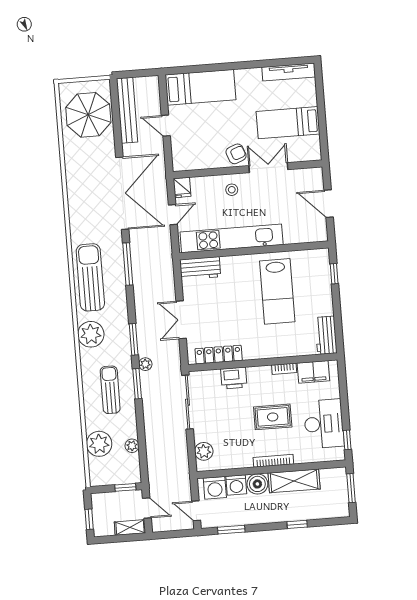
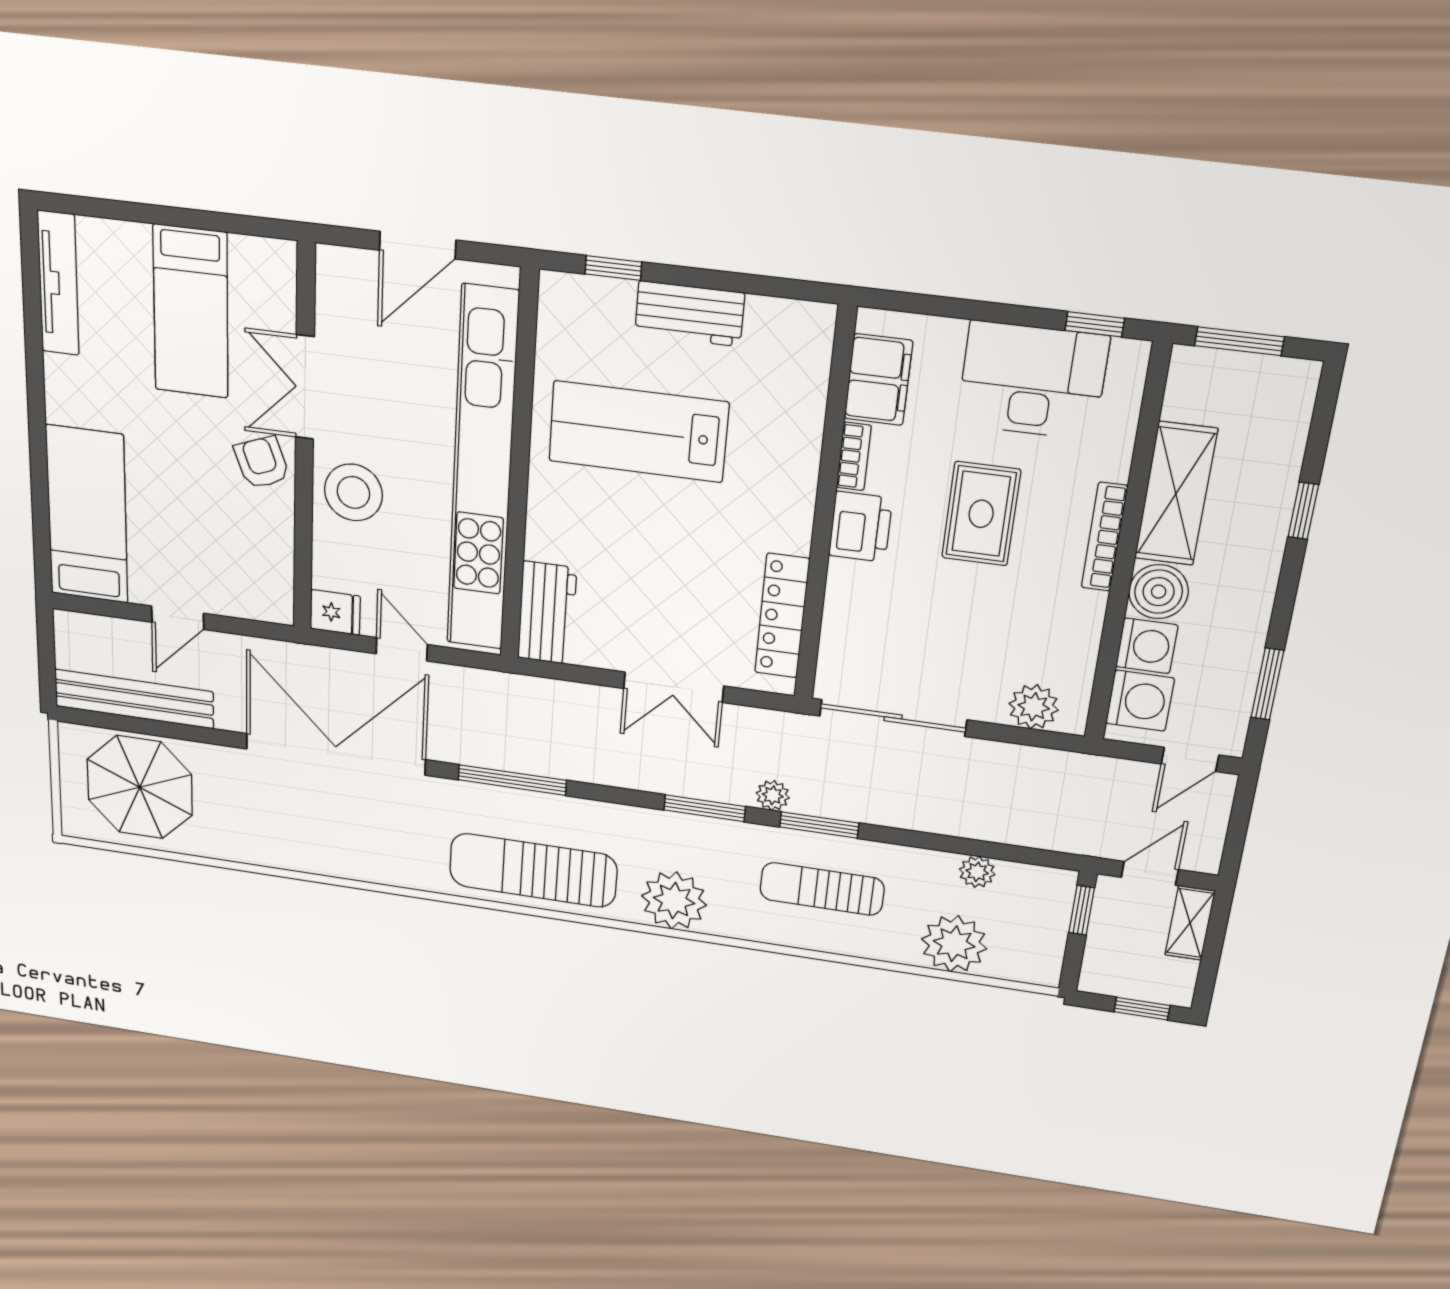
stool: (232, 190) -> (353, 492), width x1.89, depth x1.89
kitchen unit: (232, 238) -> (482, 472), width x1.36
lab bench: (277, 291) -> (638, 432), turned 180
workbench: (326, 335) -> (690, 314), moved
printer: (234, 378) -> (861, 527), moved

